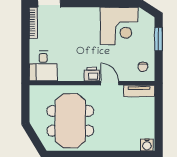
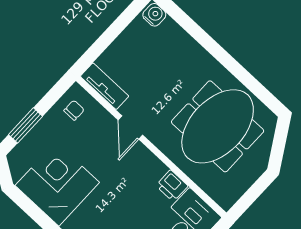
printer: (92, 74) -> (172, 186), moved

